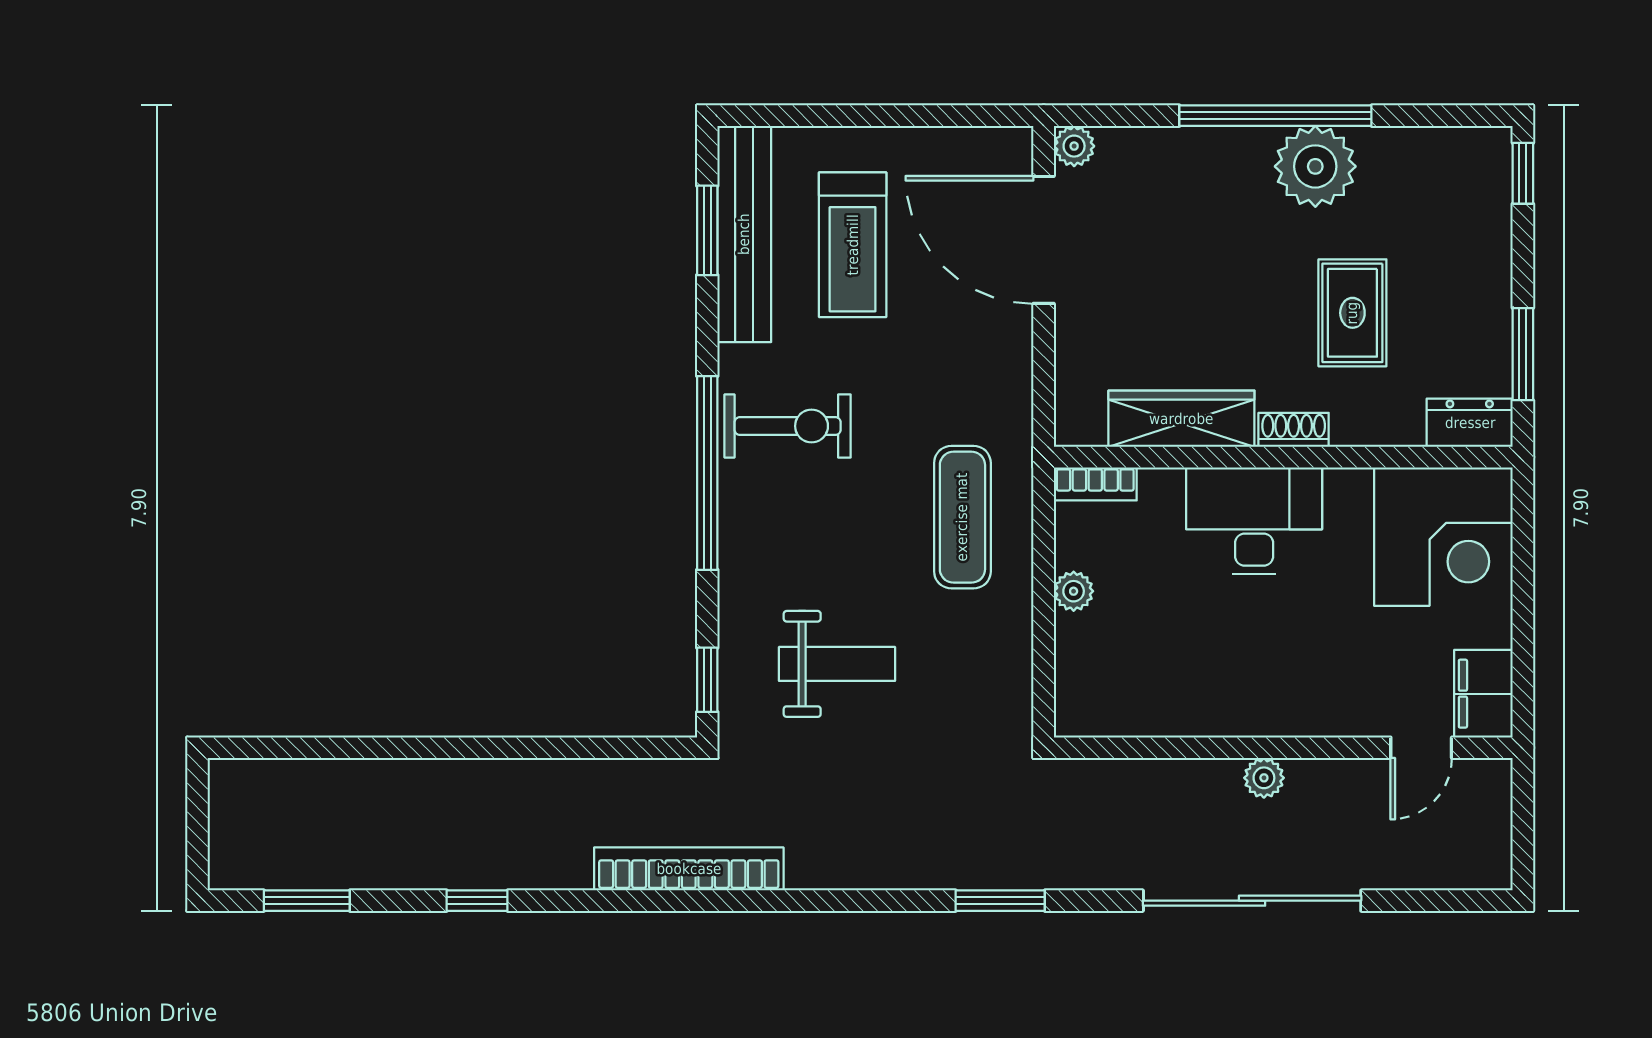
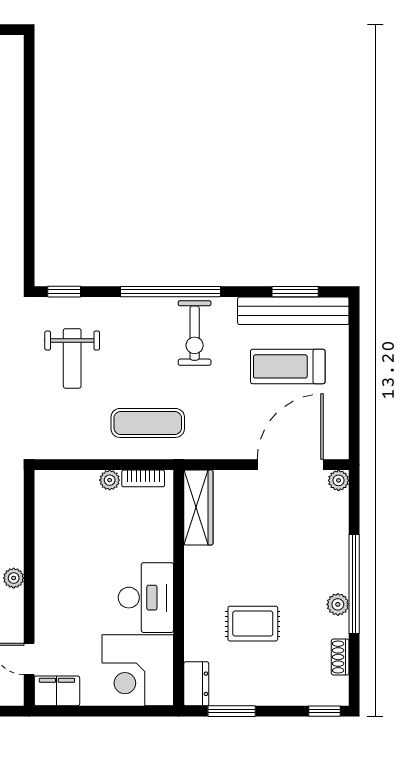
plant: (1315, 166) -> (338, 604), width x0.53, depth x0.53
wardrobe: (1181, 419) -> (198, 507), moved
shoe rack: (1294, 430) -> (340, 657), moved, turned 180
bookcase: (1095, 484) -> (143, 478), moved, turned -90
desk: (1254, 521) -> (146, 598), moved

